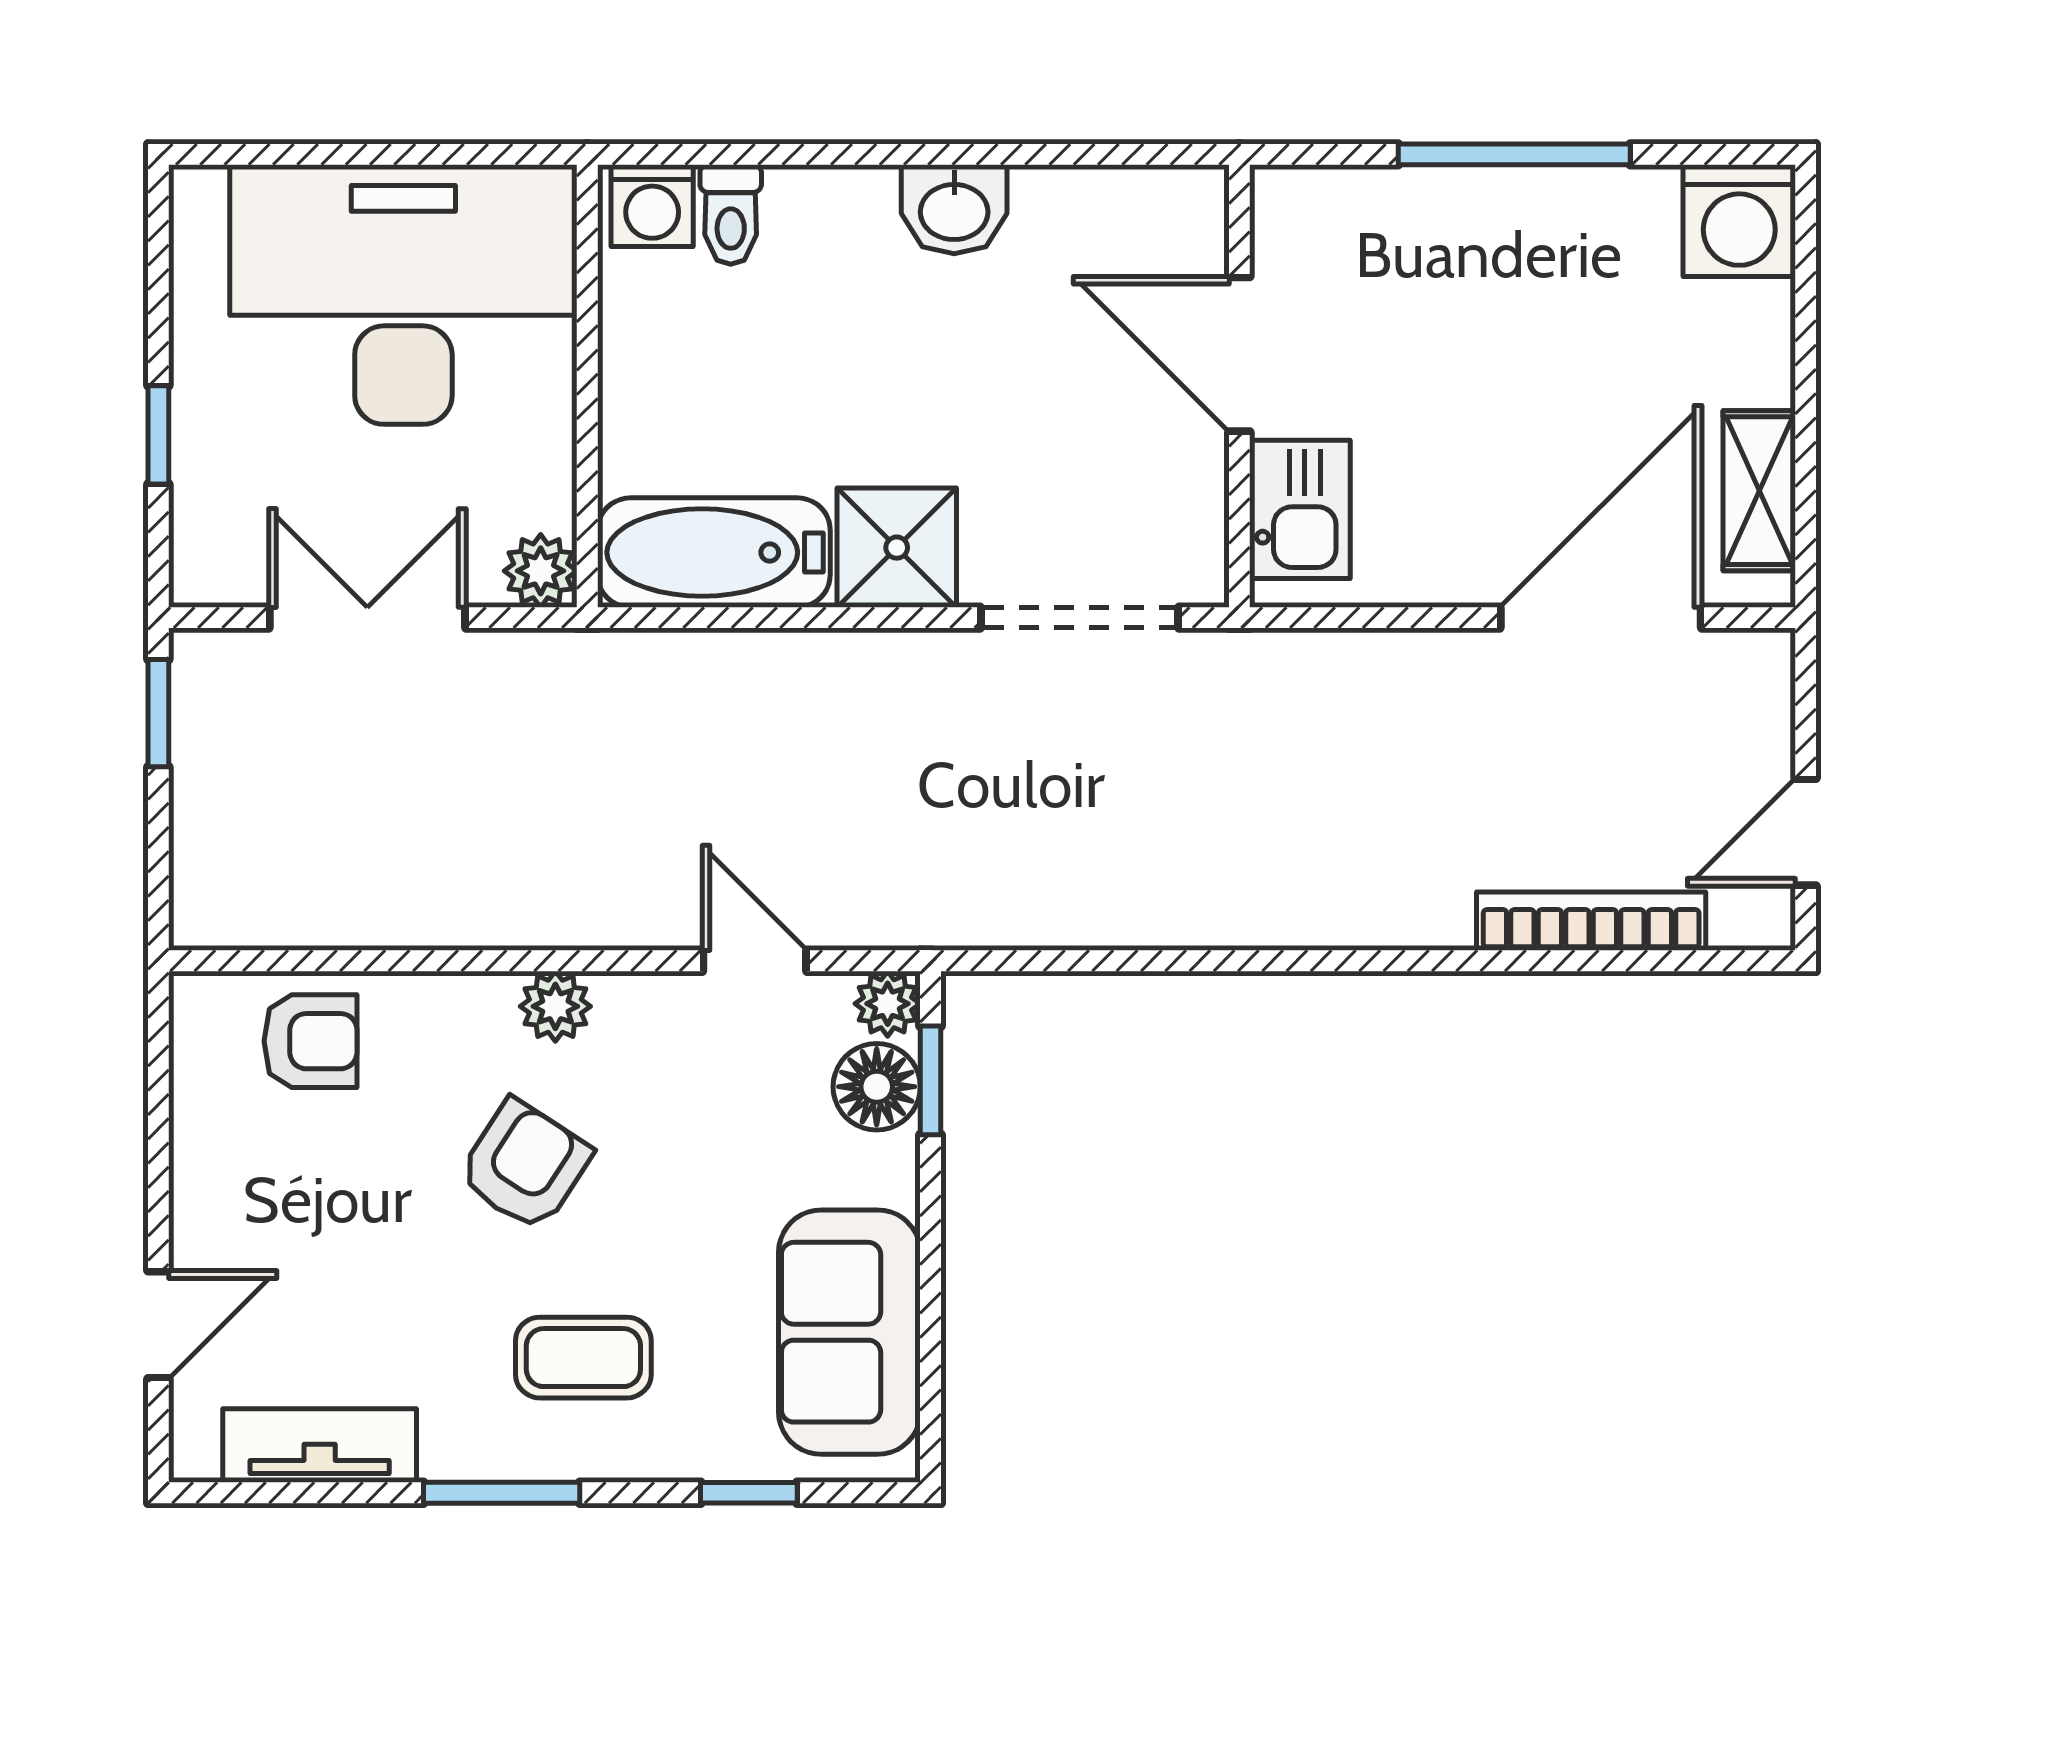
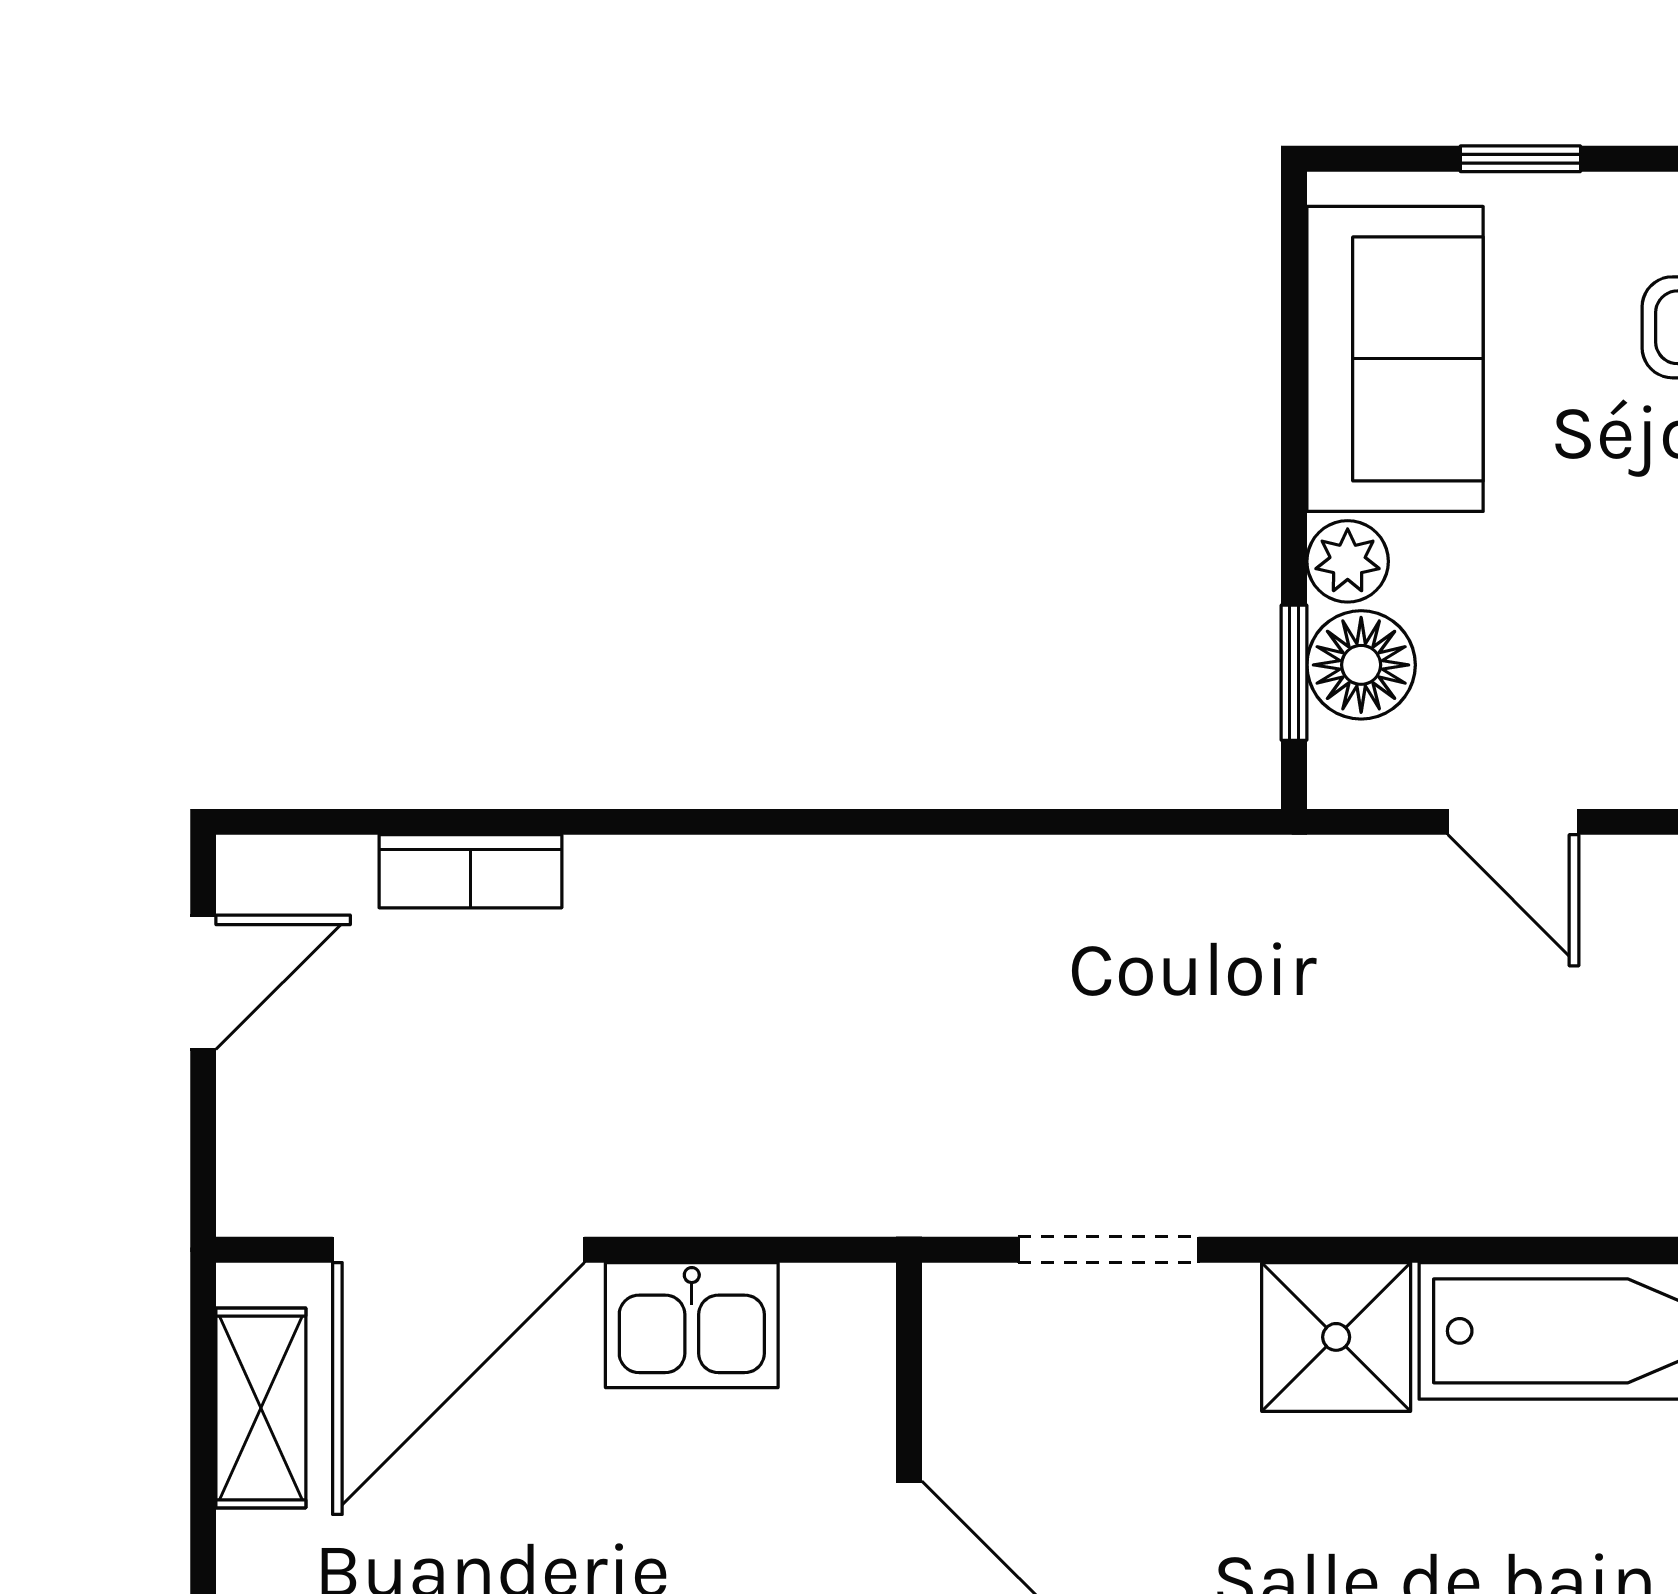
kitchen sink: (1300, 509) -> (692, 1325), moved, turned -90
doorway: (1079, 618) -> (1108, 1250), width x0.73
bookcase: (1591, 921) -> (470, 871), width x0.64
plant: (888, 1004) -> (1348, 561), moved

